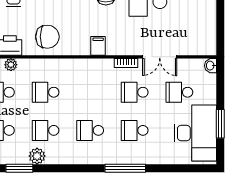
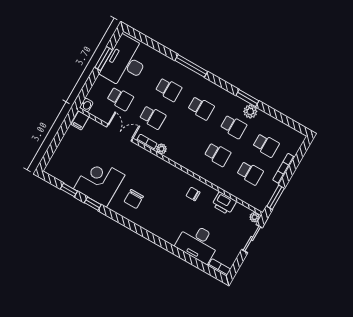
chair: (47, 37) -> (193, 194), width x0.54, depth x0.54
filing cabinet: (98, 46) -> (80, 121), moved
plant: (11, 65) -> (161, 149), moved
window: (19, 168) -> (247, 98), moved

